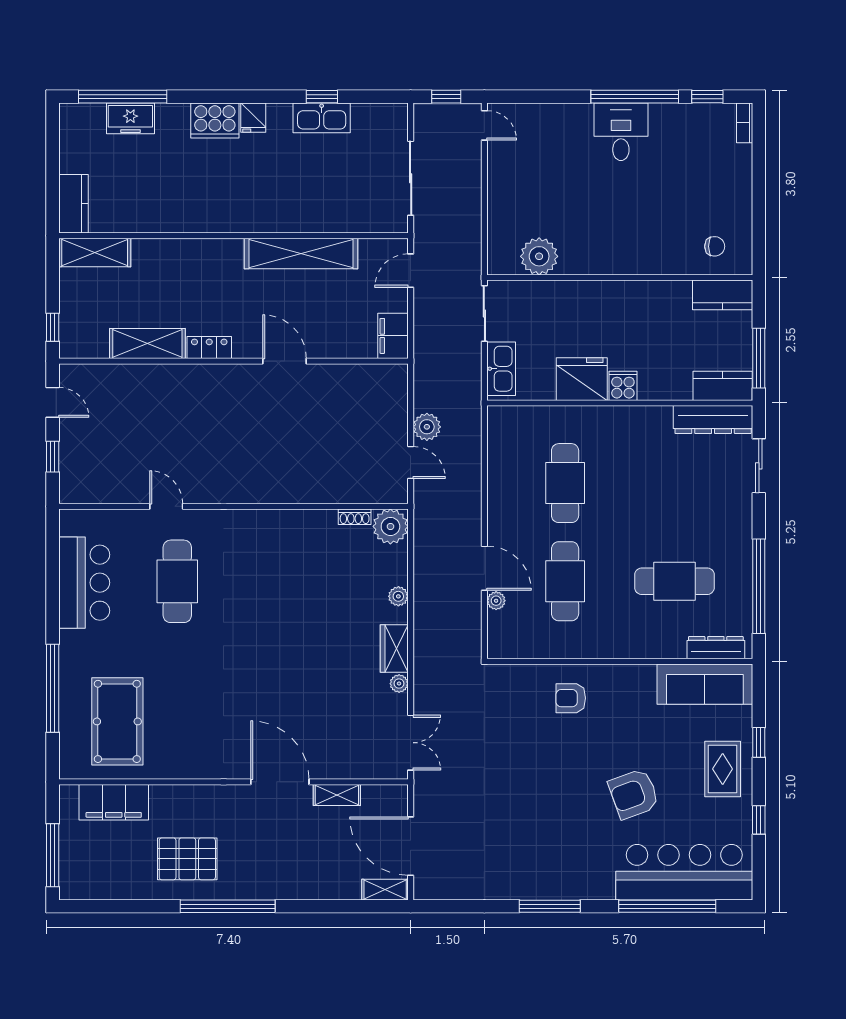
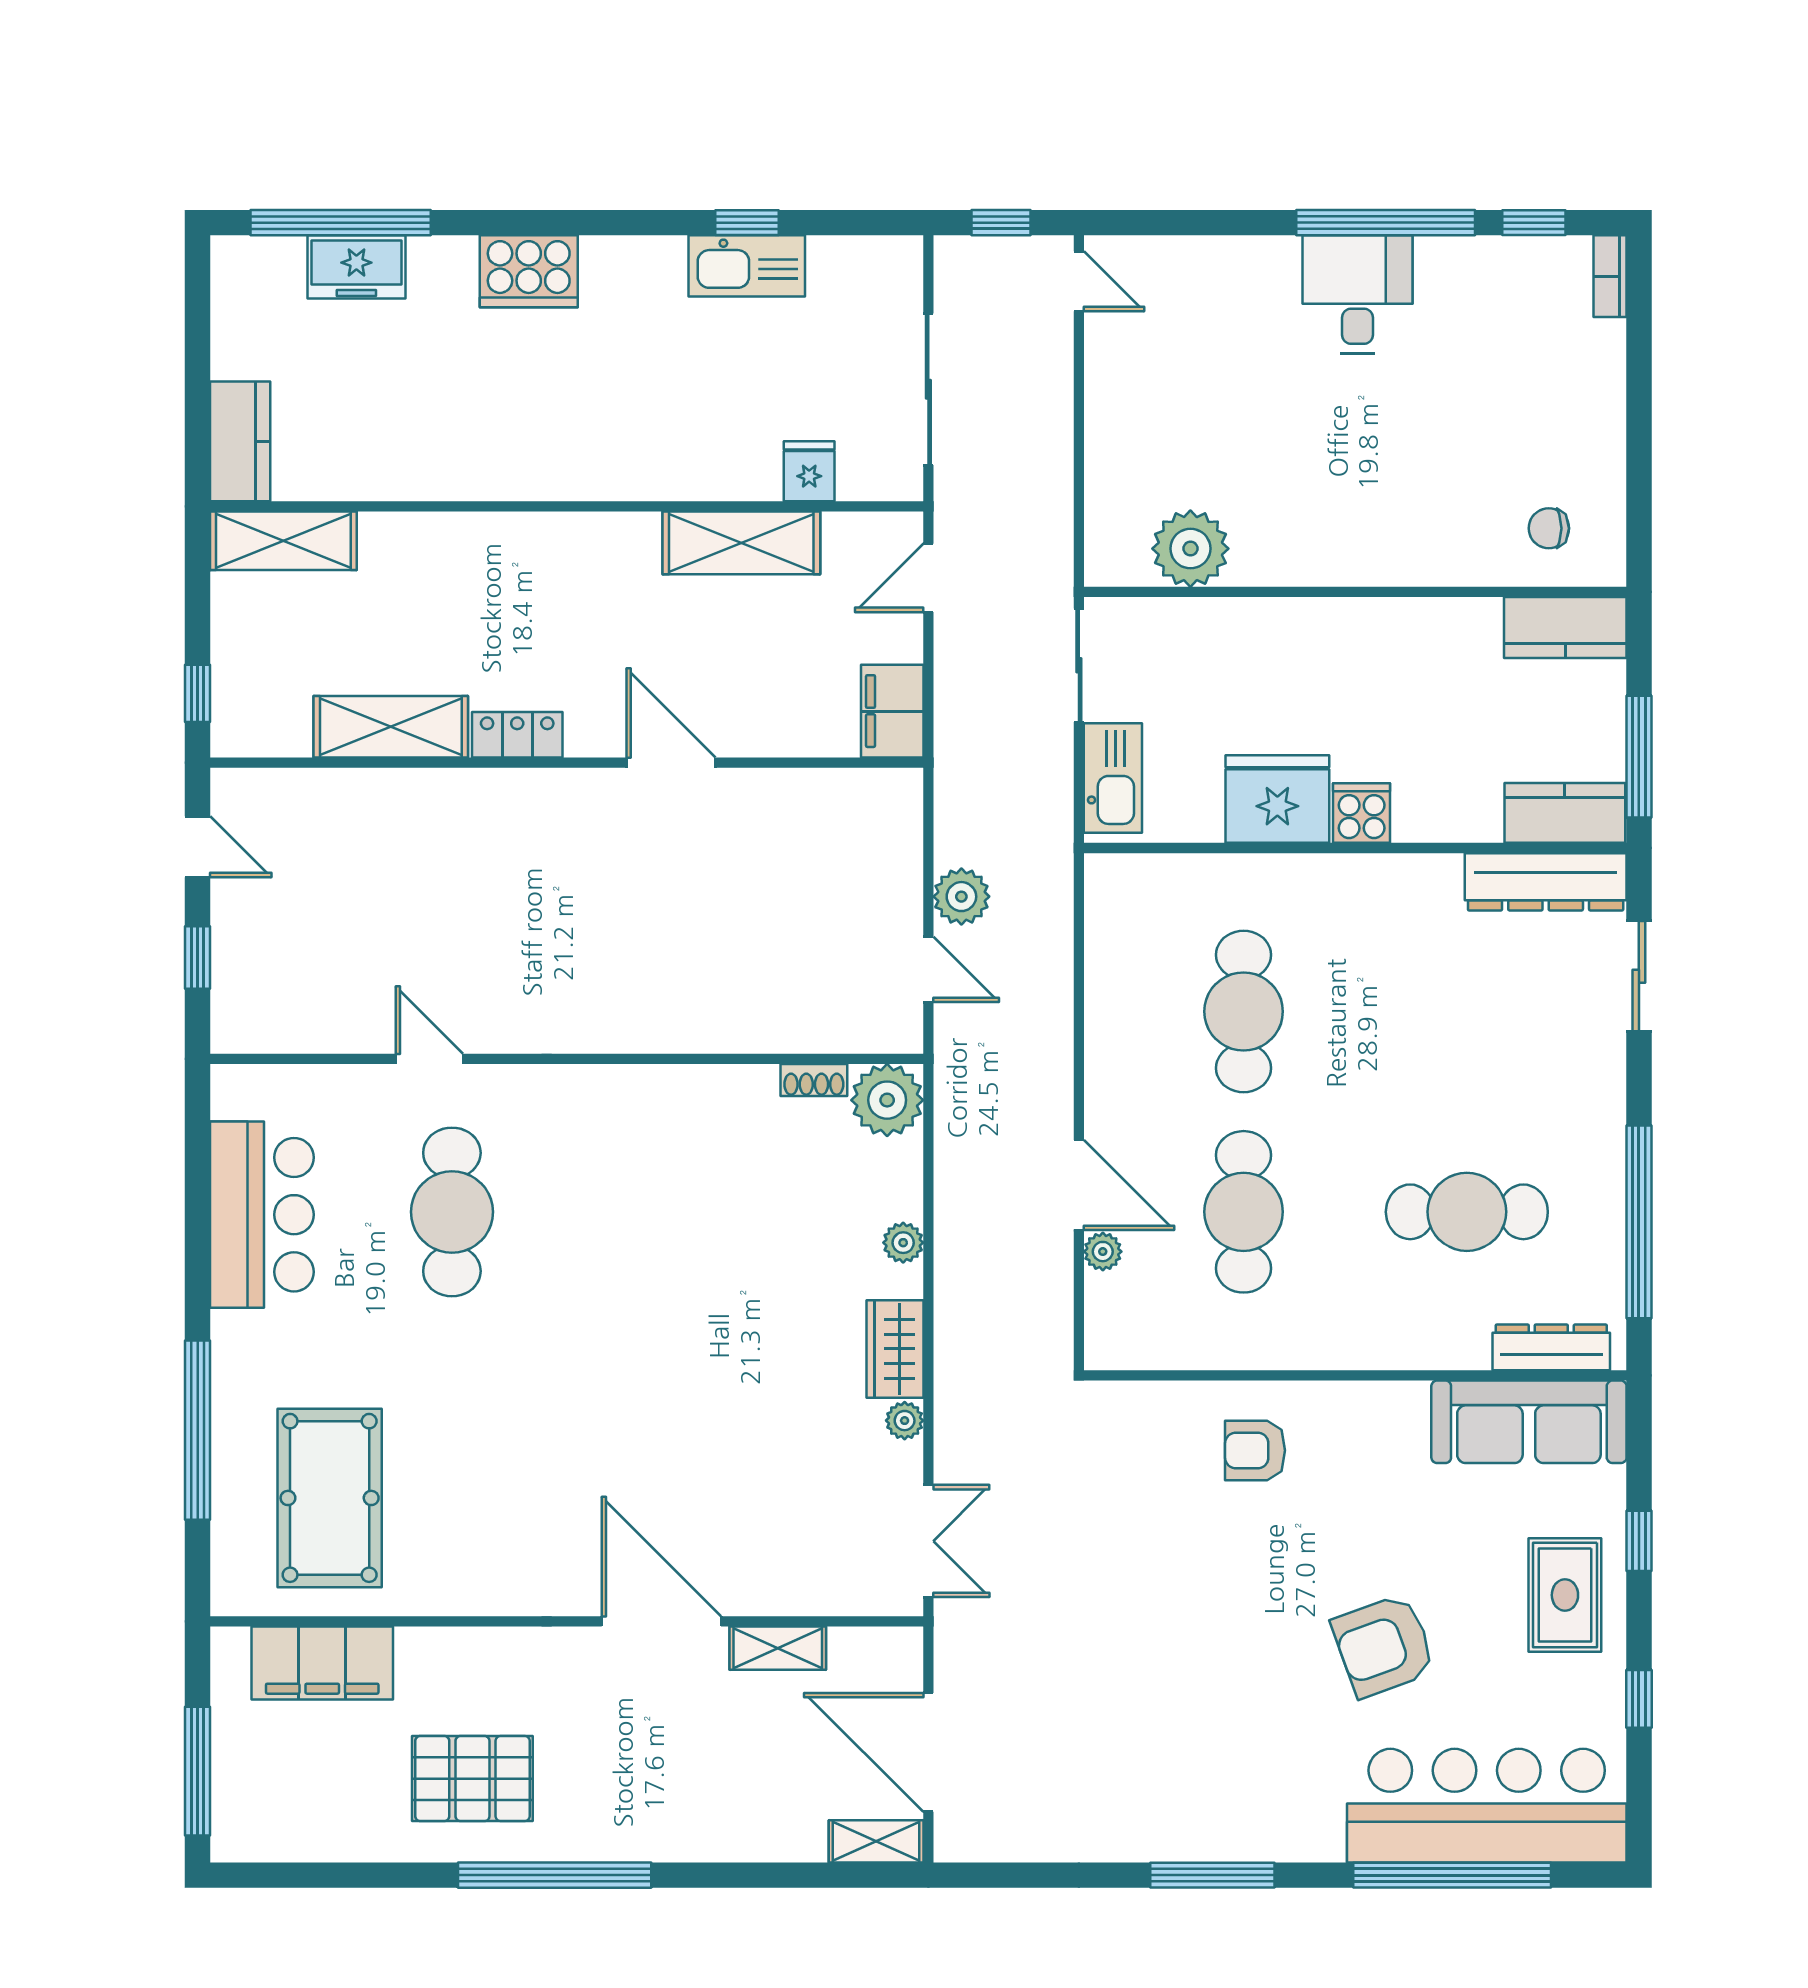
fridge: (253, 118) -> (809, 471), moved, turned 180
chair: (715, 246) -> (1549, 528), turned 180
shelving: (301, 254) -> (741, 543), width x0.68

